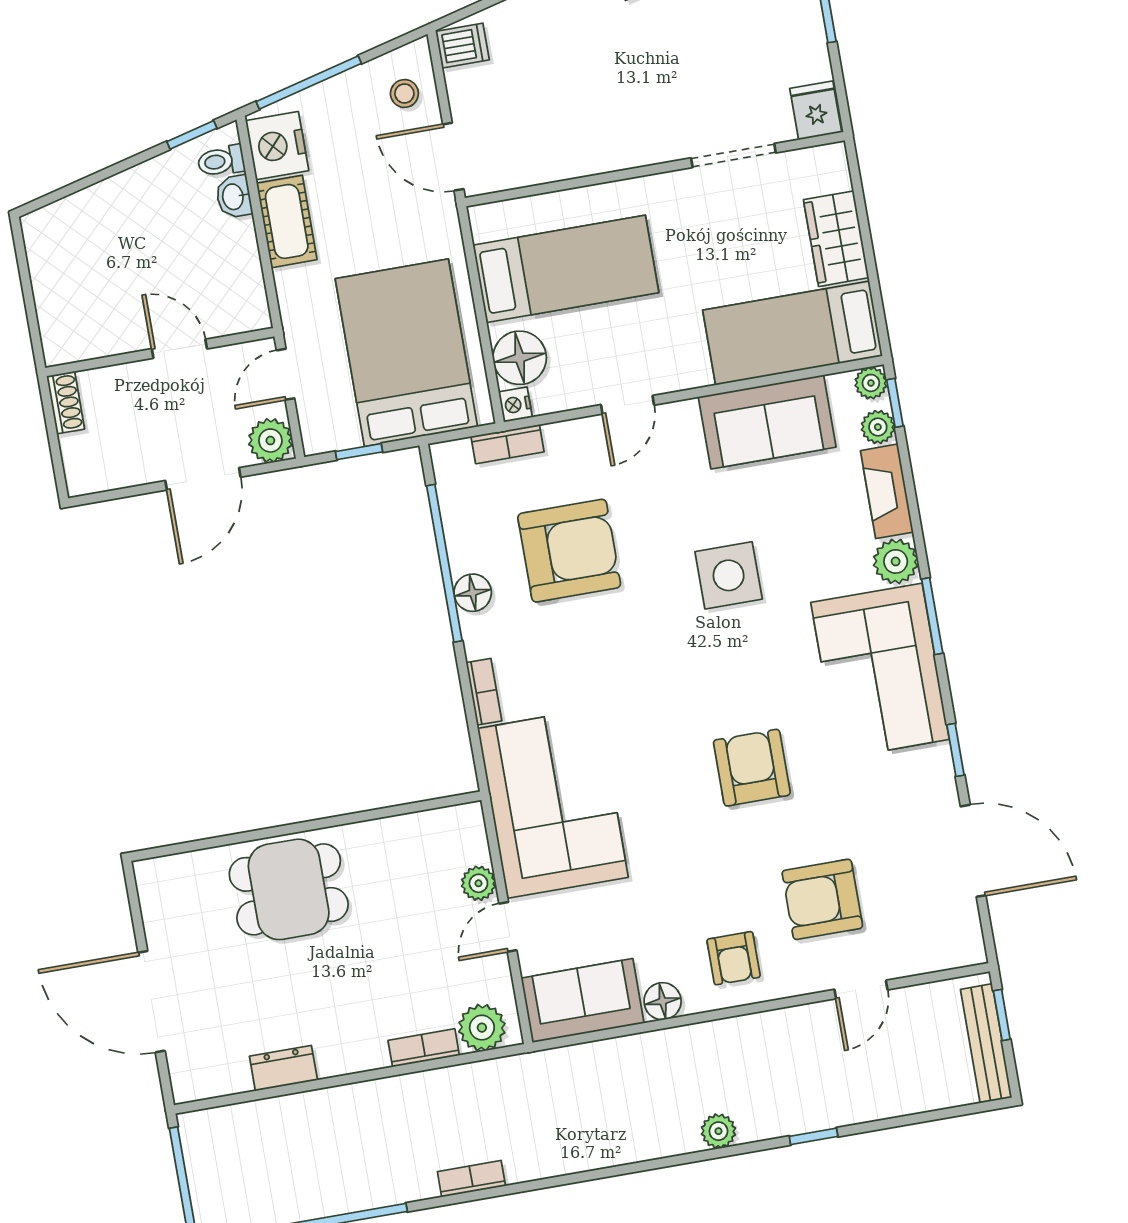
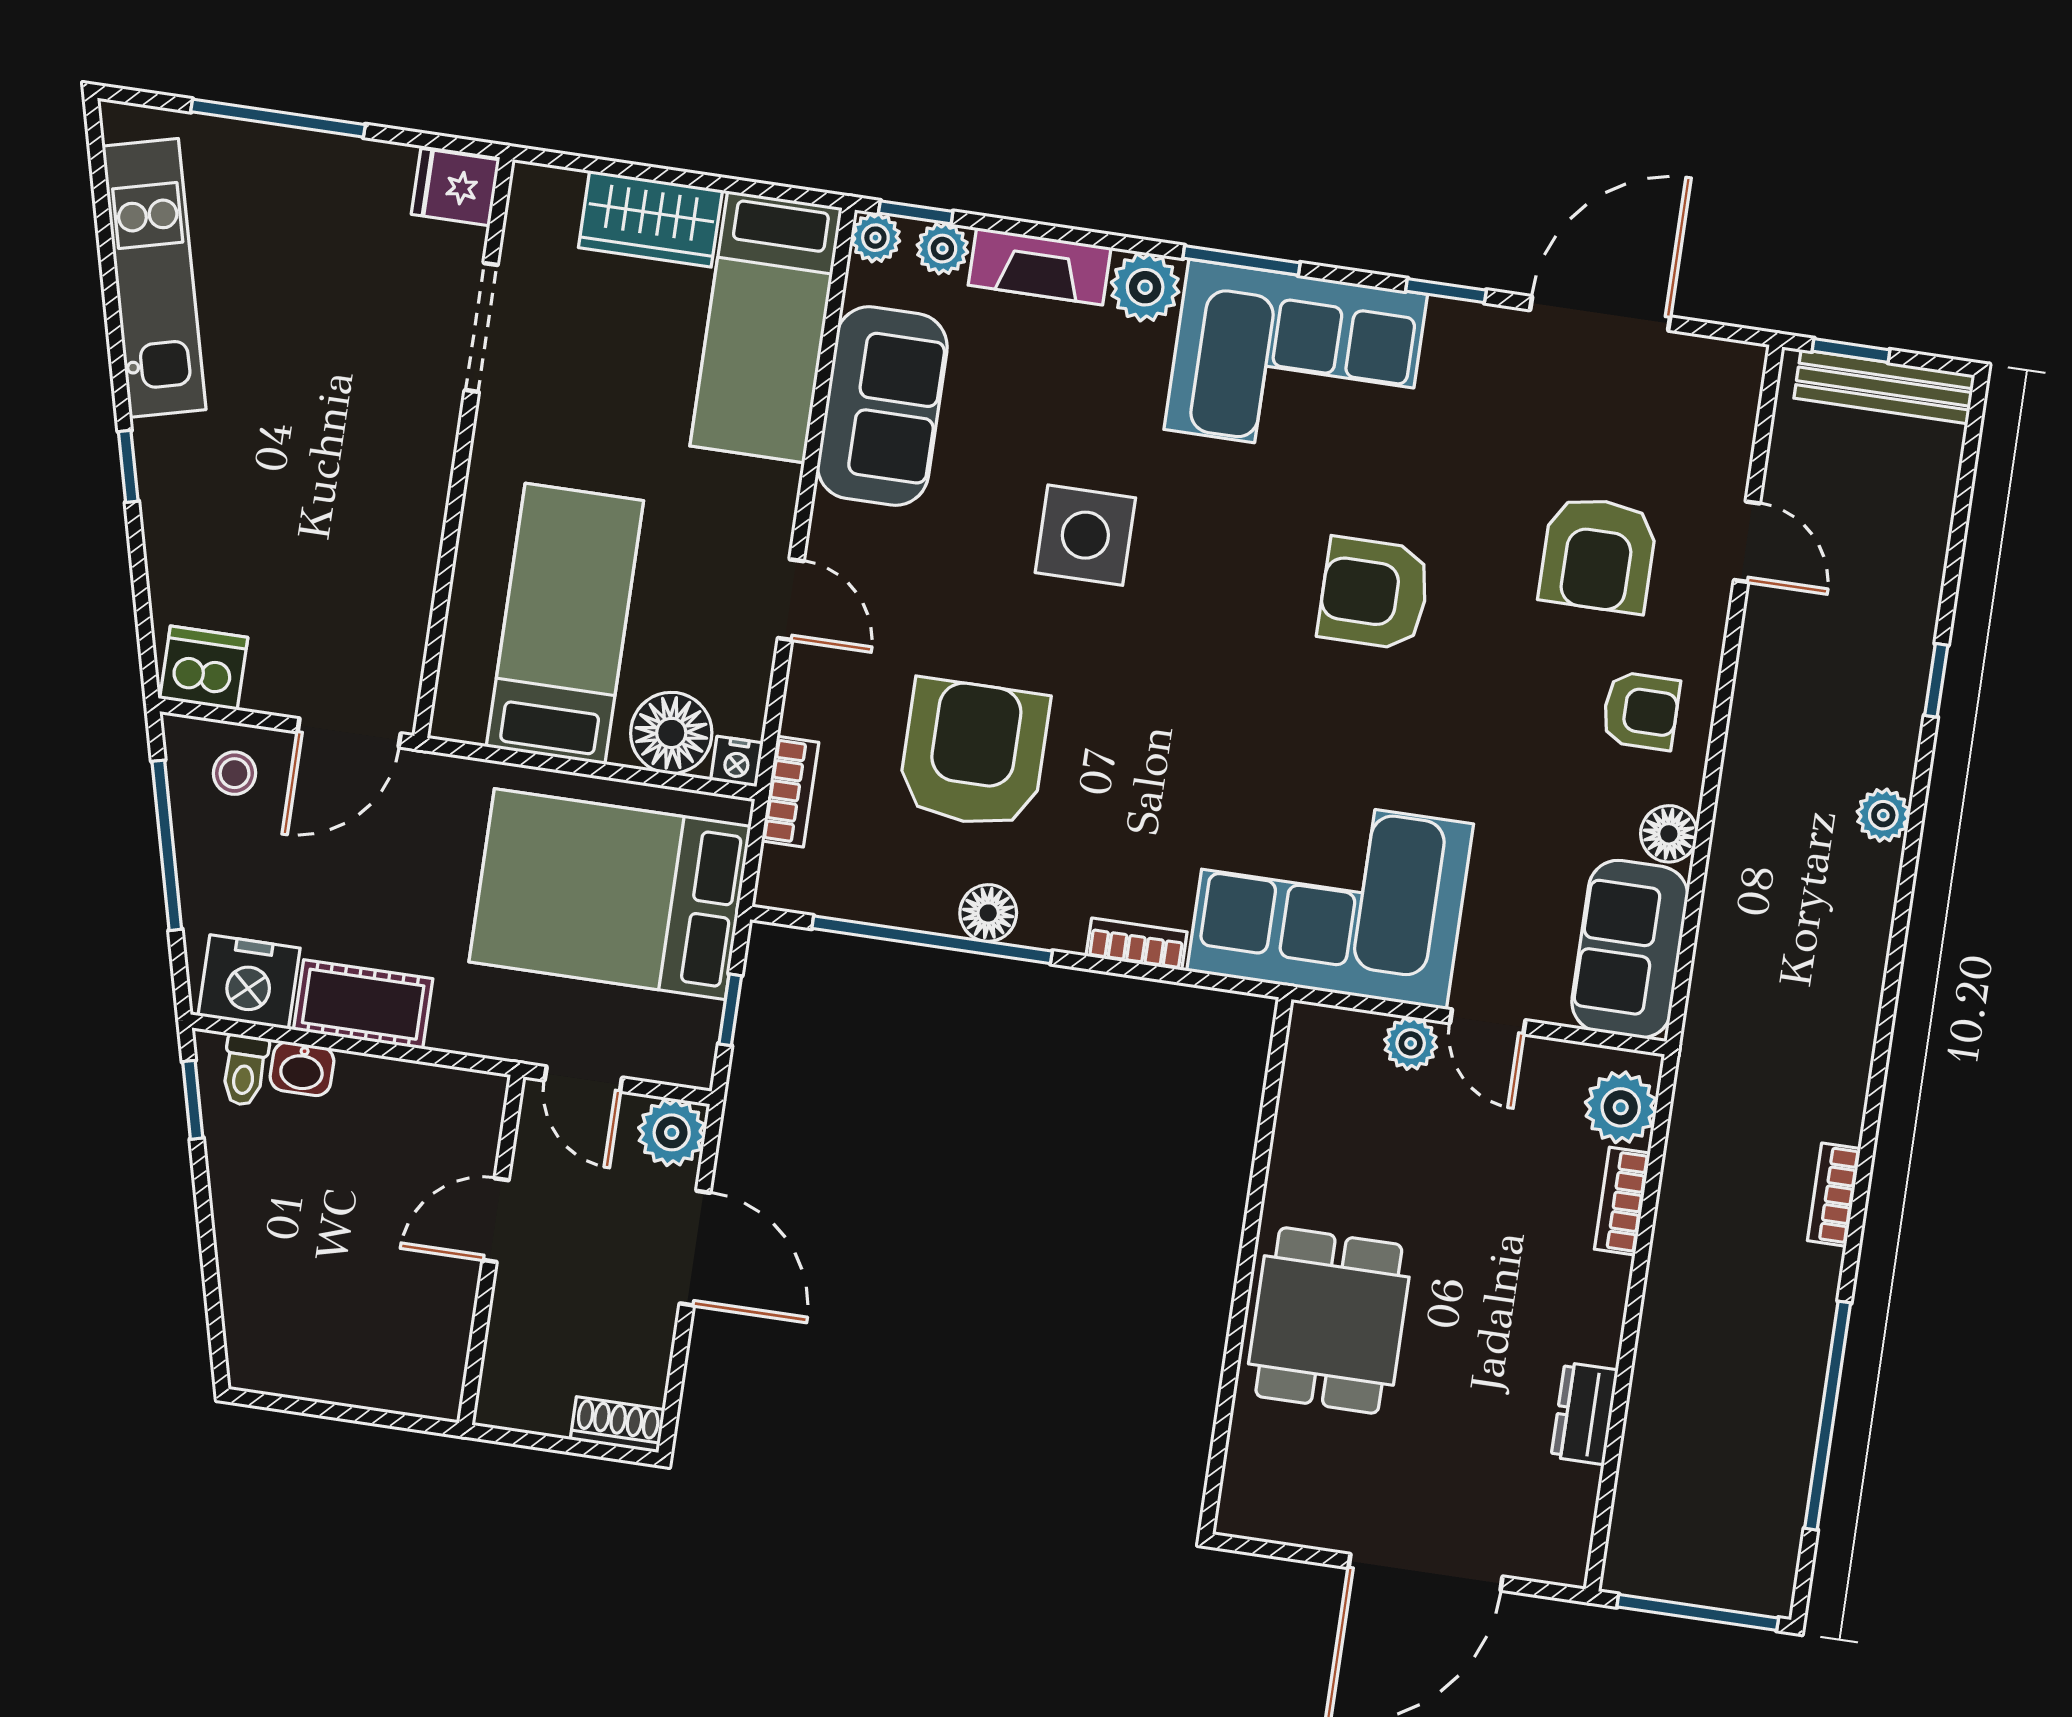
dishwasher: (462, 46) -> (204, 668), width x1.38
window: (309, 83) -> (167, 845), moved
shoe rack: (66, 403) -> (617, 1425), moved

